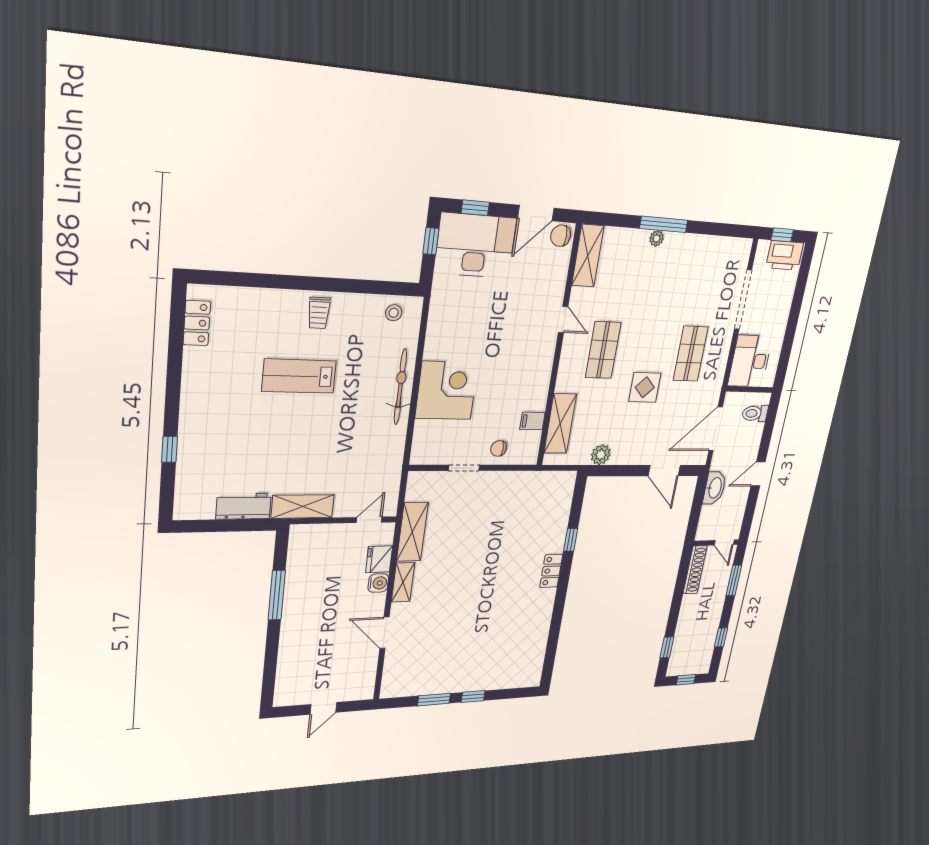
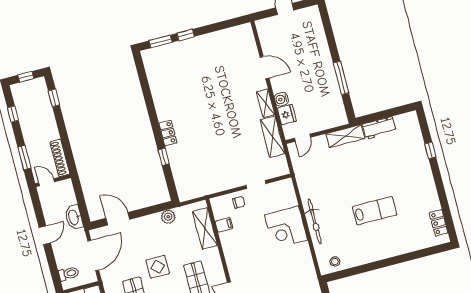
trolley: (319, 313) -> (376, 248), removed
window: (434, 700) -> (161, 41), moved

